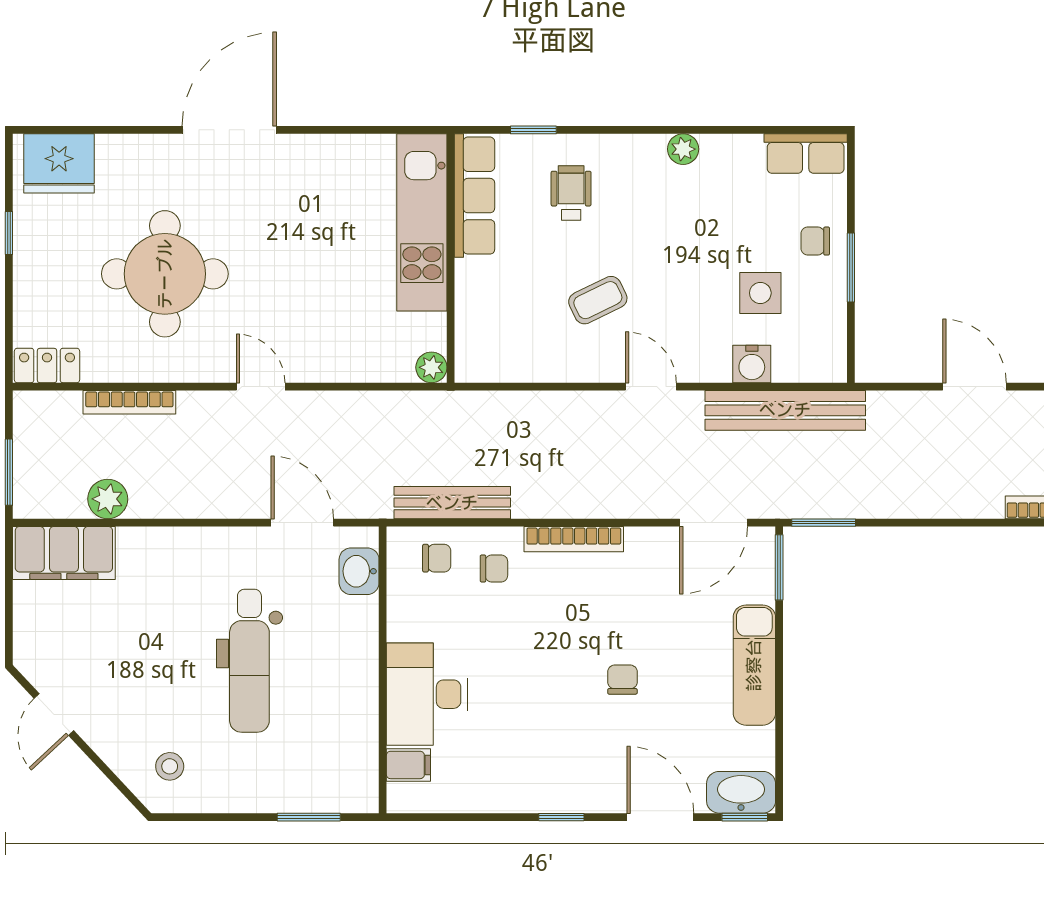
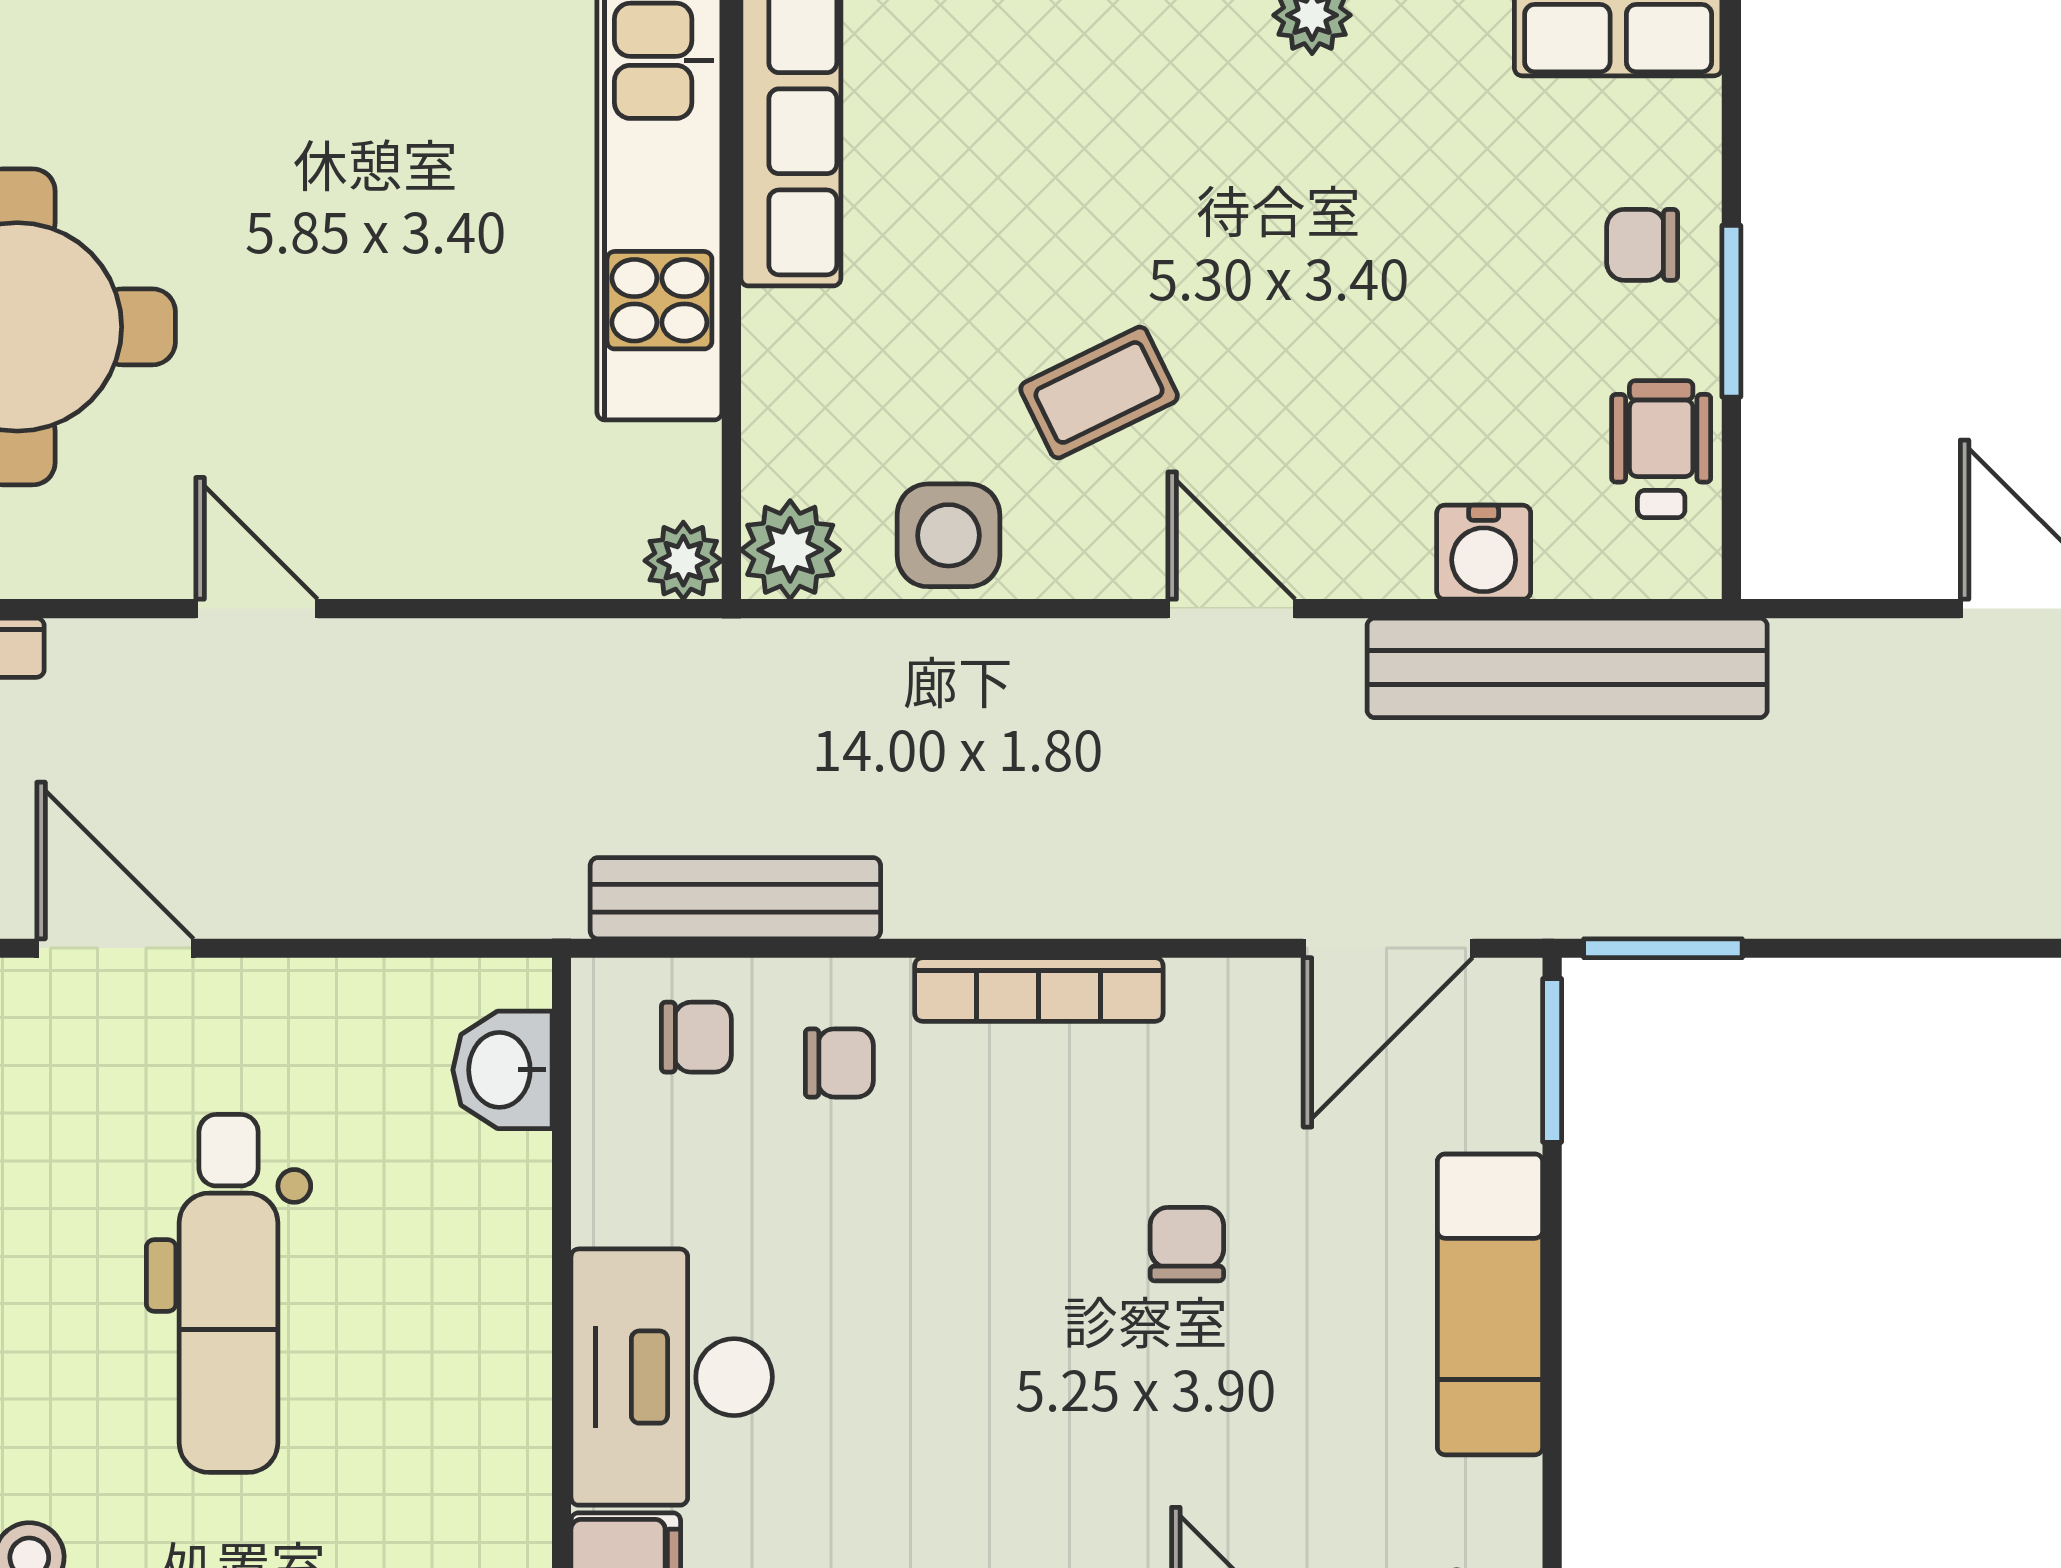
wheelchair: (571, 193) -> (1661, 449), moved
side table: (760, 293) -> (949, 535), moved
plant: (474, 363) -> (790, 550), added
door: (302, 523) -> (115, 948), moved
chair: (622, 680) -> (1187, 1244), moved

